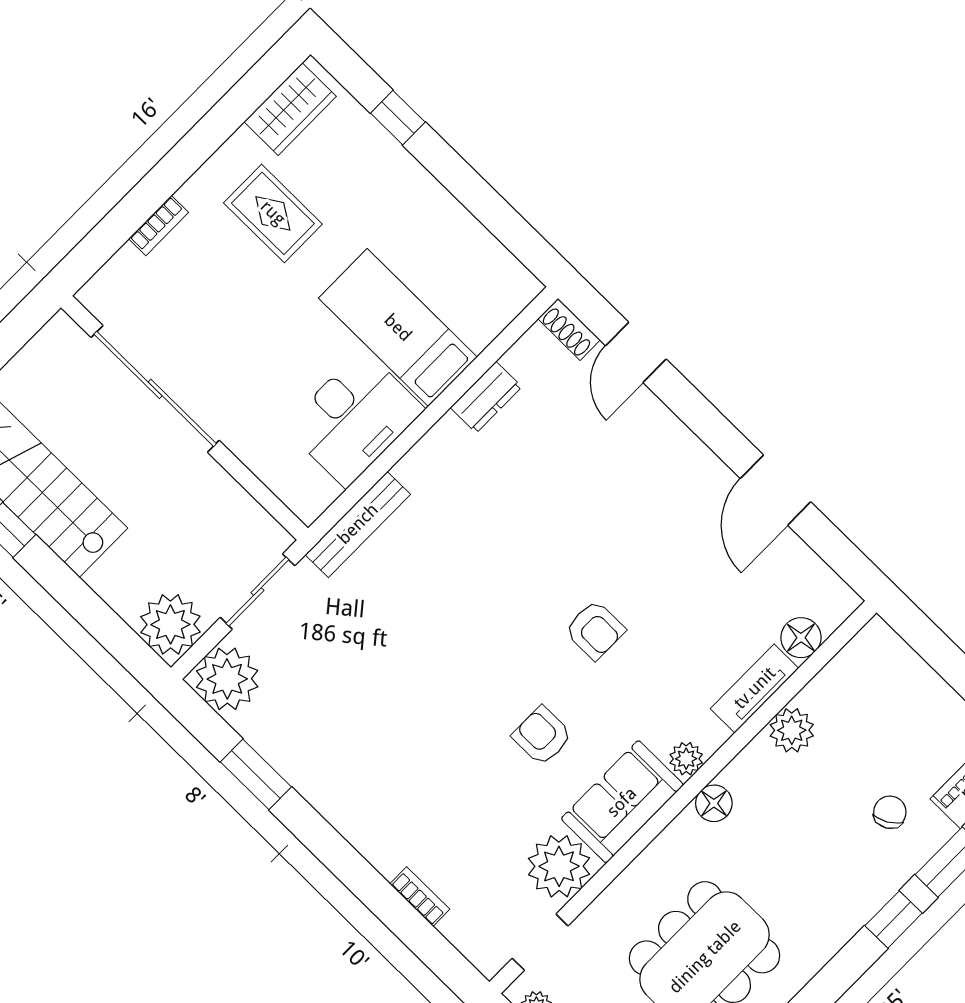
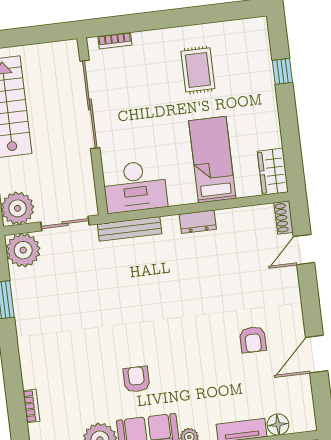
wardrobe: (290, 109) -> (273, 172), moved, turned 90
bookcase: (159, 226) -> (115, 41), moved
dresser: (486, 397) -> (198, 222), moved
desk: (354, 418) -> (135, 187), moved
armchair: (595, 630) -> (253, 340), moved

